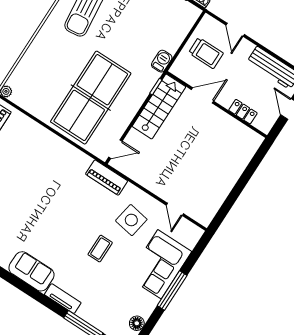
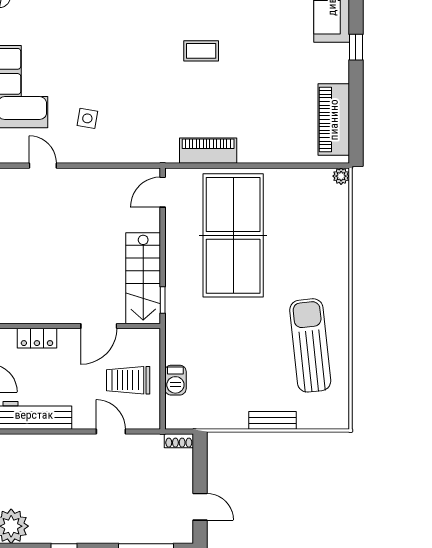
barbecue: (162, 61) -> (175, 380), moved
piano: (107, 178) -> (208, 151), moved
side table: (131, 220) -> (87, 118), width x0.54, depth x0.54
coffee table: (100, 249) -> (201, 51), moved, turned 90

